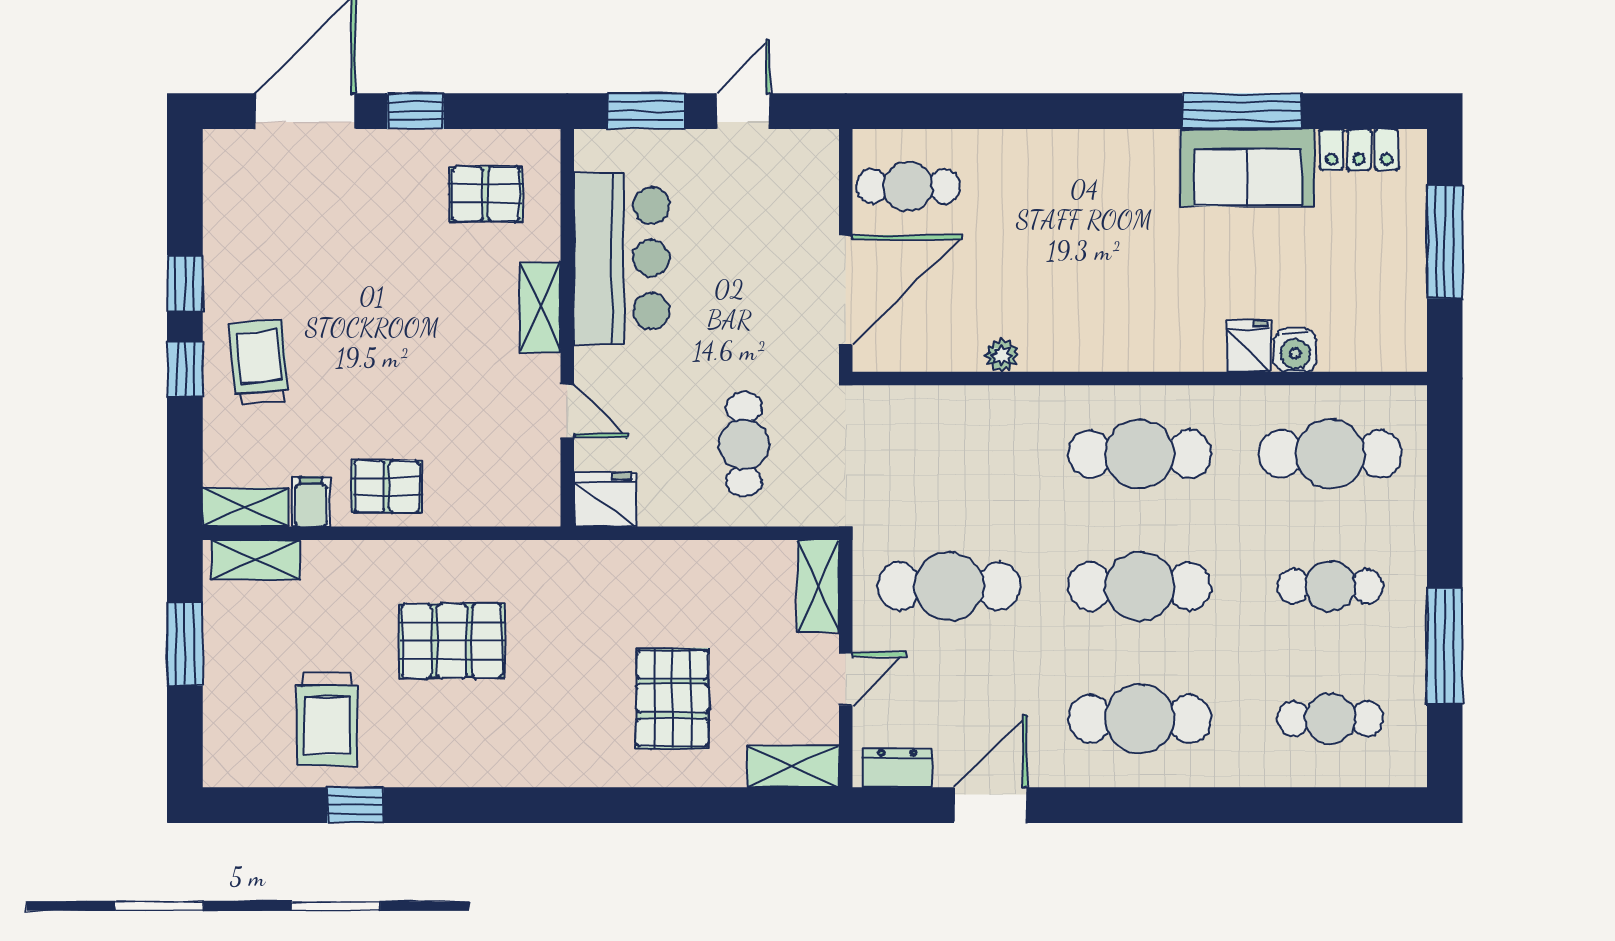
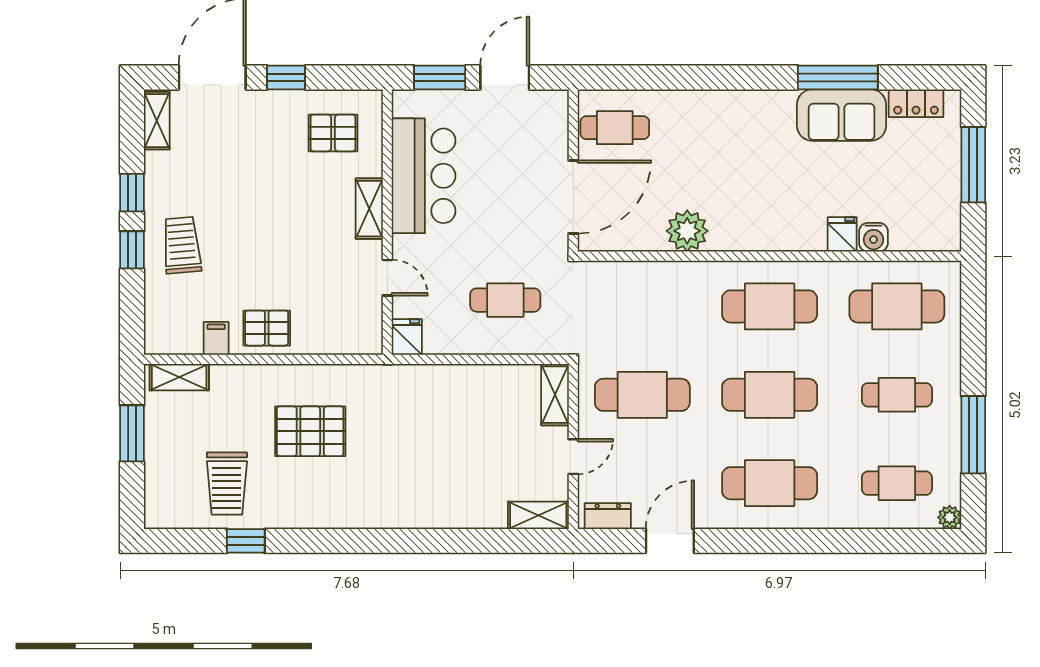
door: (743, 111) -> (505, 77), width x1.38
plant: (1002, 355) -> (687, 231), width x1.88, depth x1.88
cafe table: (744, 444) -> (505, 300), turned 90
fridge: (605, 500) -> (407, 337), width x0.72
shelving: (246, 507) -> (157, 121), moved, turned 90
pallet: (672, 698) -> (457, 470), removed
plant: (1409, 770) -> (950, 517), added

